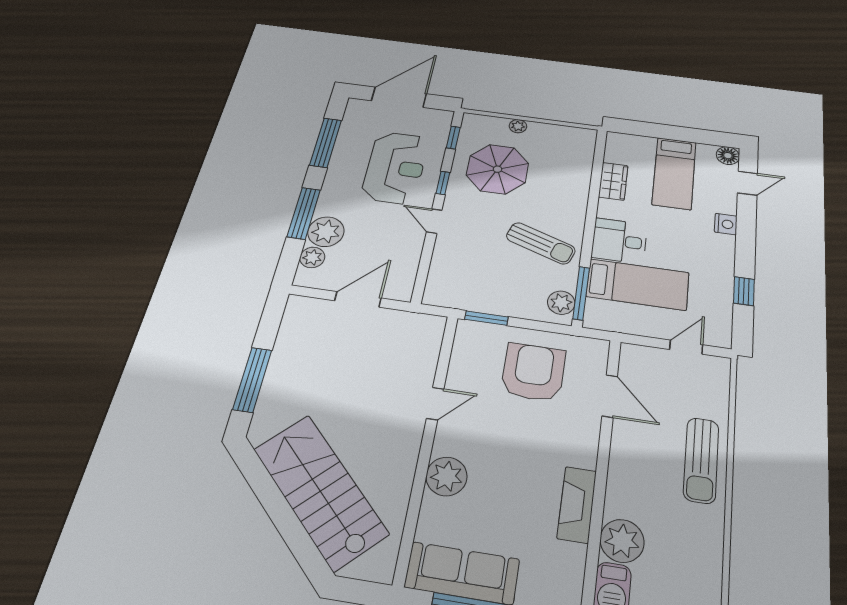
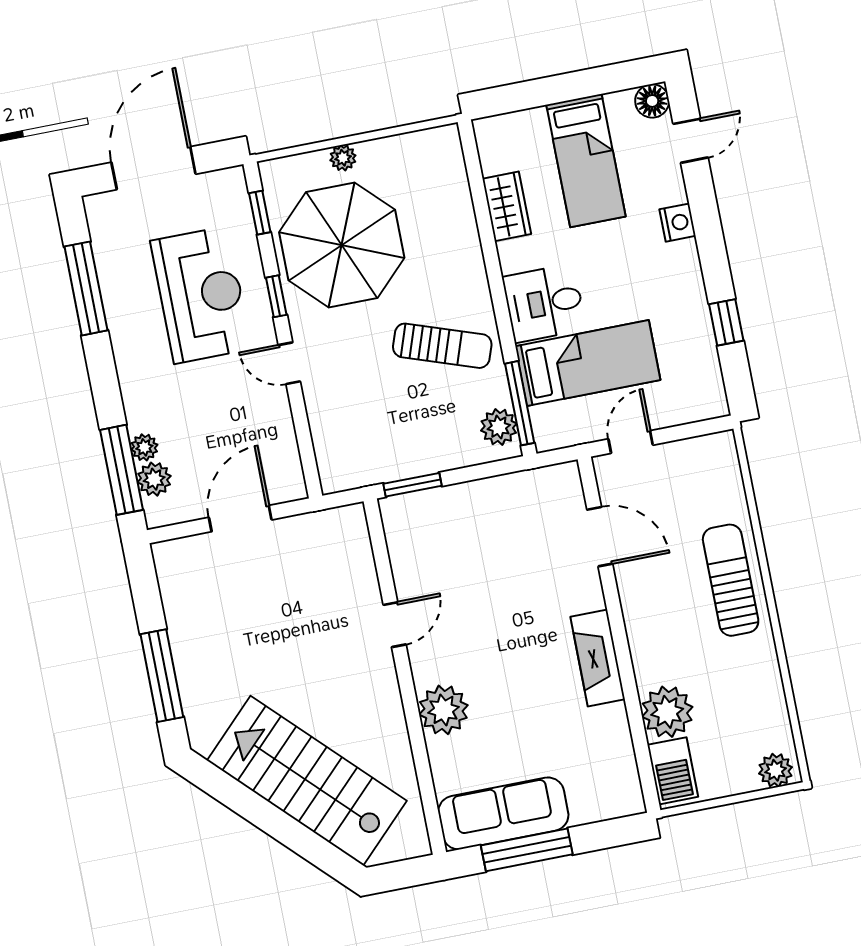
parasol: (497, 169) -> (342, 245), width x1.36, depth x1.36
window: (304, 213) -> (122, 470), moved
plant: (326, 232) -> (144, 447), width x0.53, depth x0.53
door: (686, 347) -> (631, 442), moved
armchair: (533, 372) -> (497, 539), removed
sun lounger: (701, 460) -> (731, 580), turned 180
fireplace: (577, 505) -> (598, 658), moved

